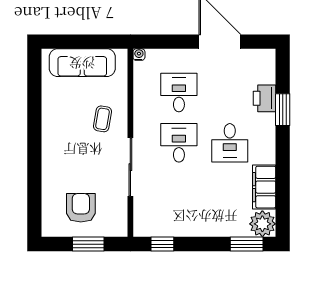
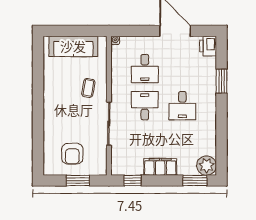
desk: (179, 93) -> (145, 68), turned 180
printer: (264, 98) -> (208, 46), moved
filing cabinet: (264, 187) -> (160, 167), moved, turned 90
armchair: (81, 208) -> (72, 154), turned 180

